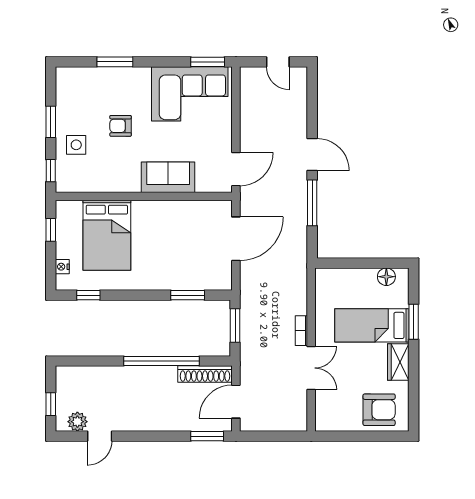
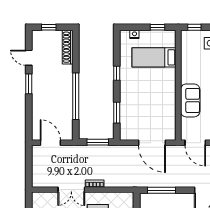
window: (312, 203) -> (161, 190), moved
bed: (107, 235) -> (154, 57), width x0.67
window: (88, 295) -> (117, 73), moved
shoe rack: (205, 374) -> (68, 47), moved
plant: (77, 422) -> (38, 44), removed
window: (207, 436) -> (29, 84), moved

